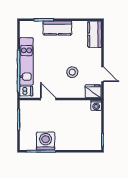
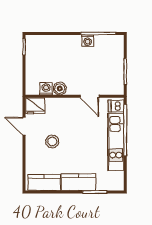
kitchen counter: (95, 34) -> (44, 183), moved, turned -90
stool: (72, 72) -> (52, 141), moved
washing machine: (96, 105) -> (46, 89), moved
boiler: (73, 106) -> (60, 89), added
washing machine: (46, 141) -> (88, 41), width x0.53, depth x0.53

